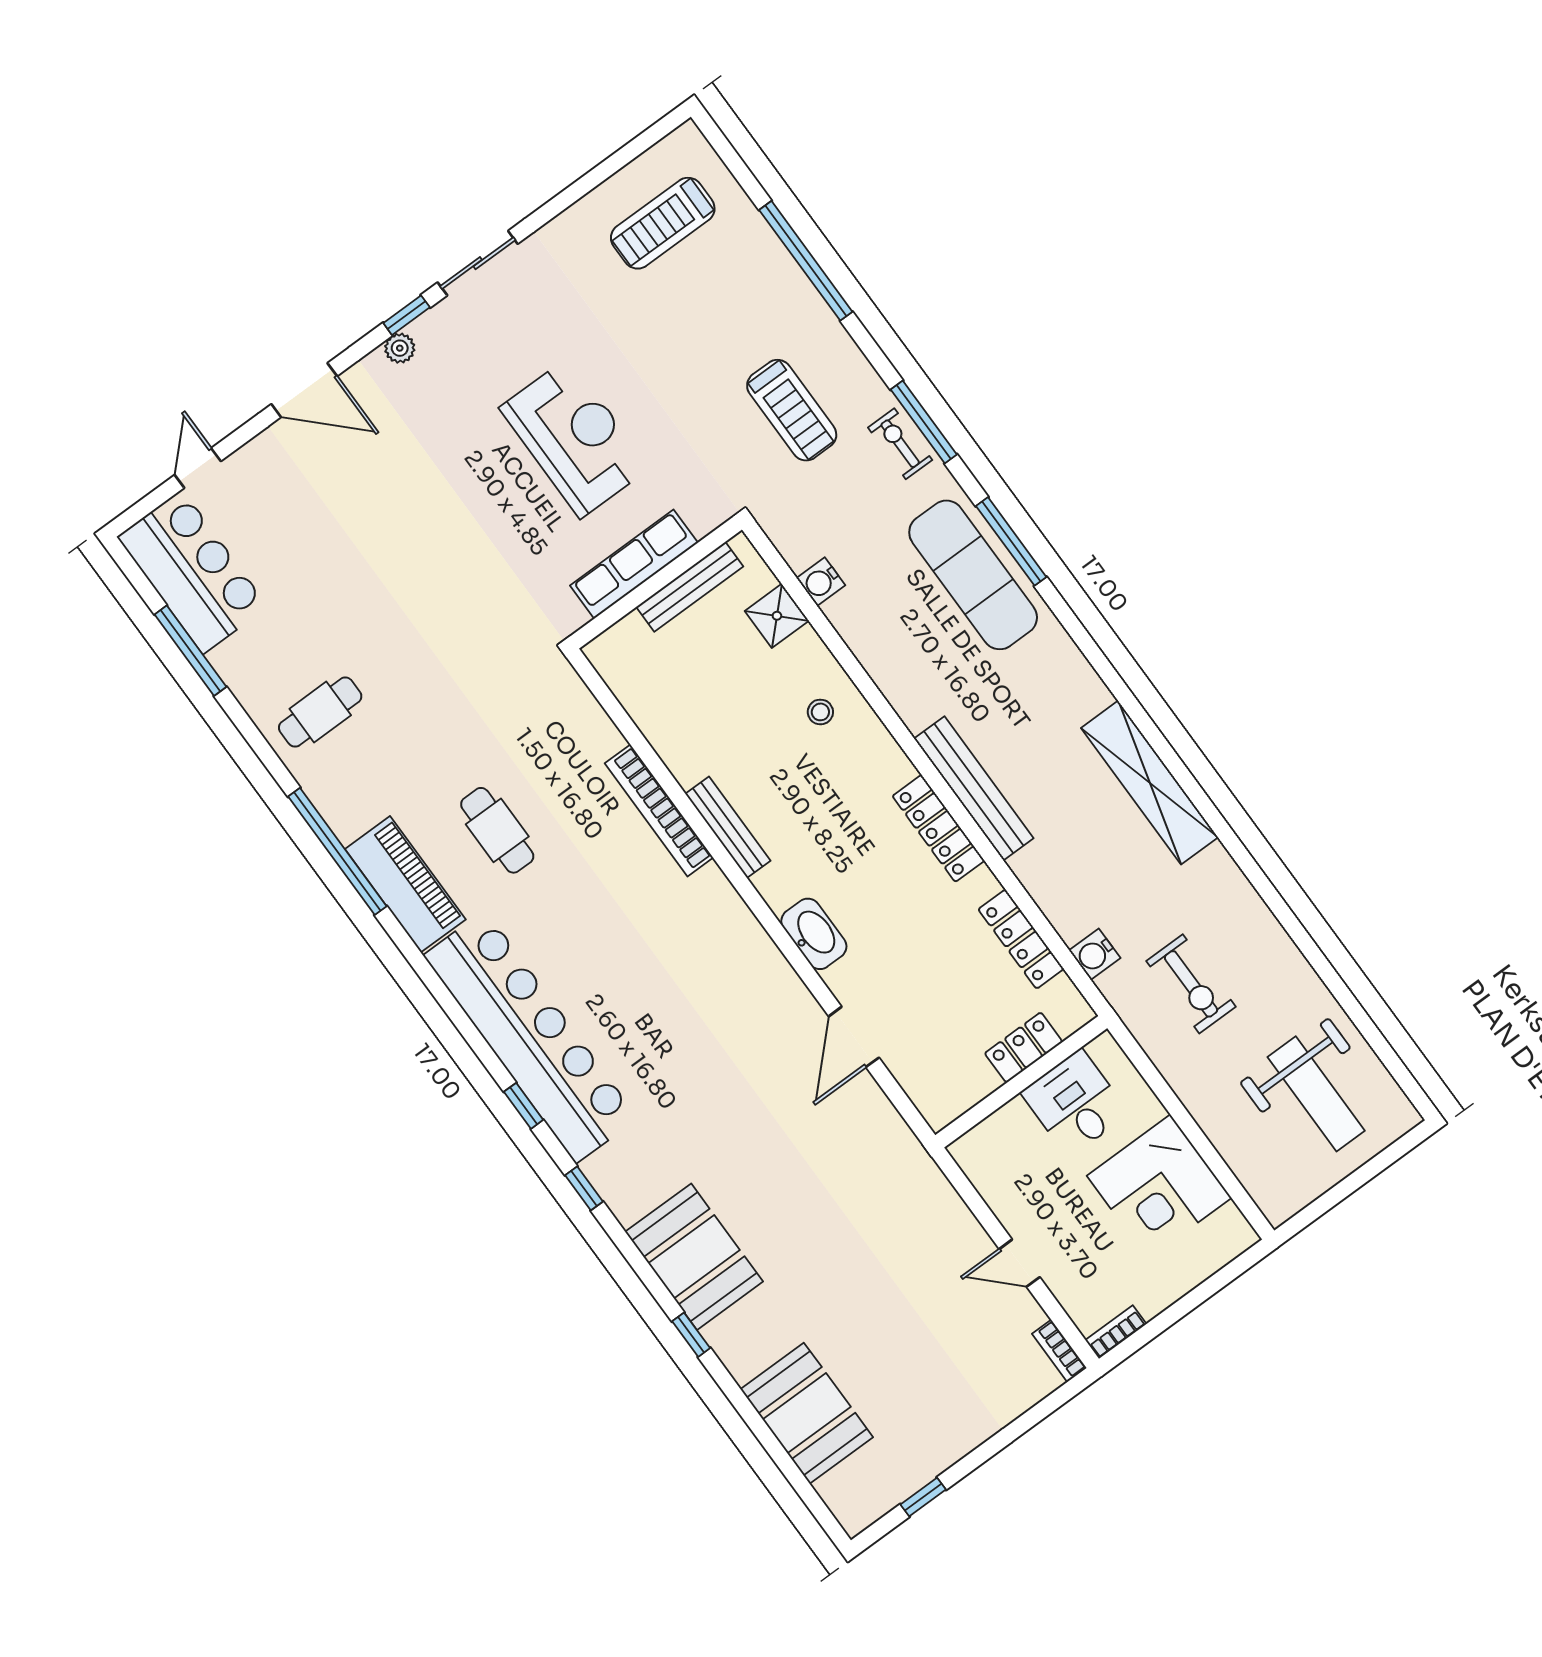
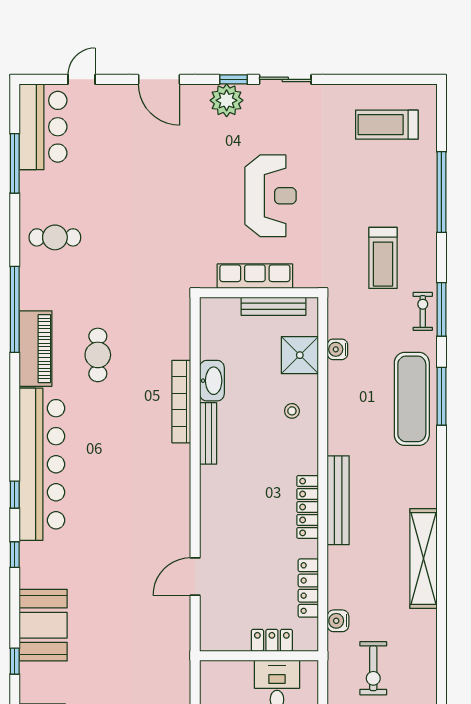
plant: (400, 348) -> (227, 100), width x1.88, depth x1.88
shower: (777, 616) -> (300, 355), width x1.36, depth x1.36
washbasin: (814, 934) -> (212, 381), moved

